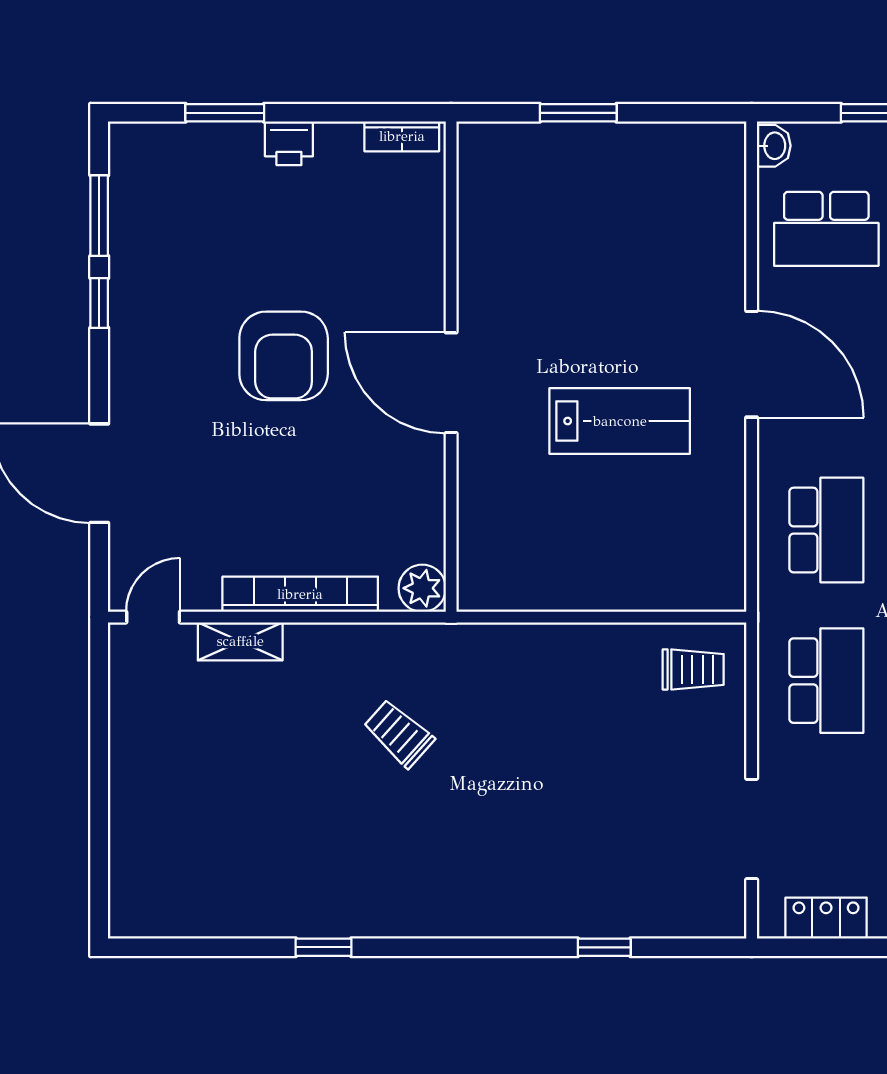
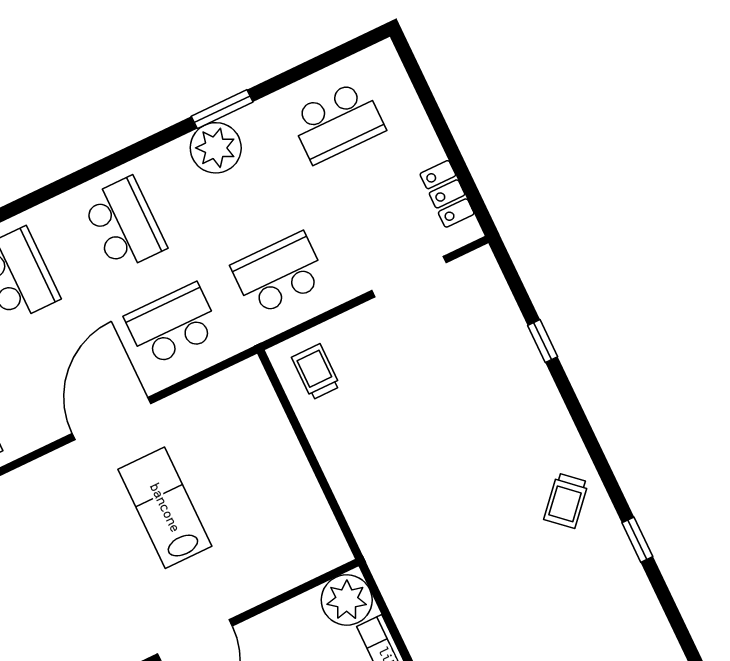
door: (752, 364) -> (112, 418), moved
plant: (422, 588) -> (347, 600), width x1.36, depth x1.36
trolley: (399, 733) -> (566, 501), moved

